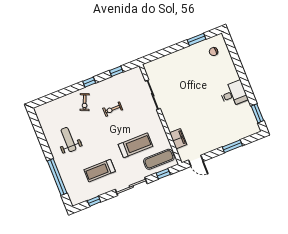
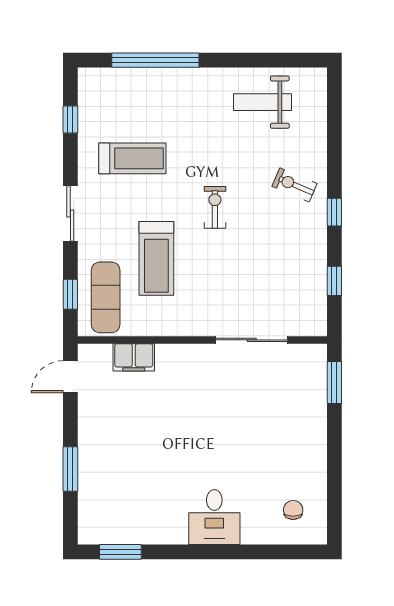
window: (196, 39) -> (334, 382), moved
desk: (234, 94) -> (214, 517), moved
exercise bike: (113, 109) -> (215, 207), moved
weight bench: (68, 140) -> (263, 102), moved, turned 180
treadmill: (100, 171) -> (132, 158), turned 90
sliding door: (131, 186) -> (70, 214), width x0.73

